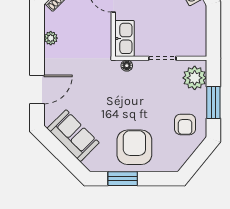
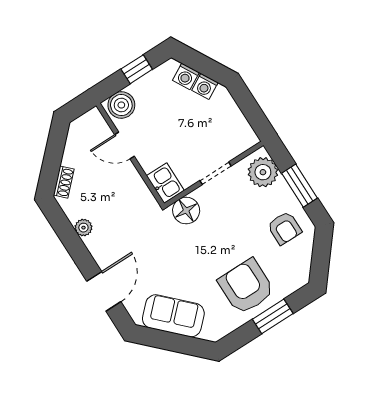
kitchen sink: (125, 38) -> (165, 183), width x0.73
floor lamp: (127, 66) -> (186, 211), width x1.89, depth x1.89
window: (123, 179) -> (273, 316), moved

